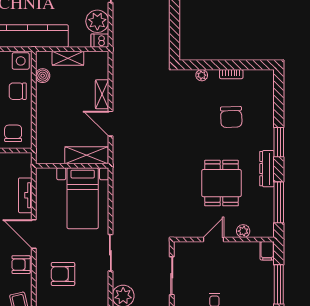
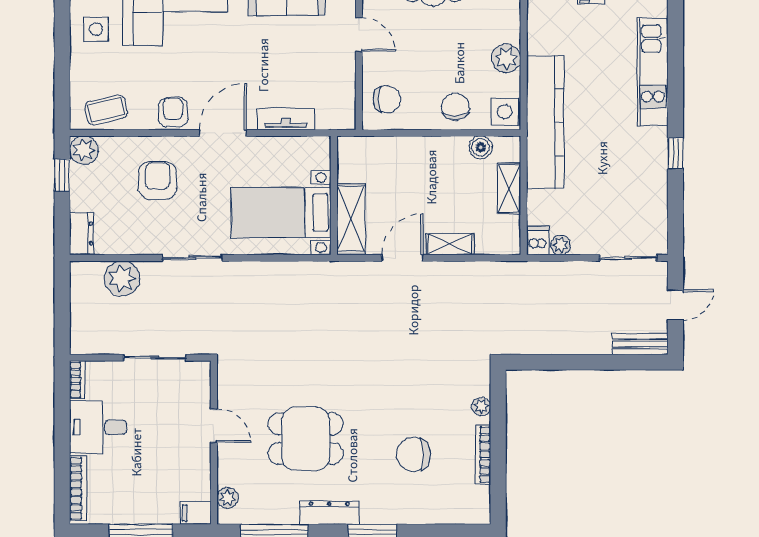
plant: (97, 21) -> (561, 245), width x0.53, depth x0.53
bookcase: (231, 74) -> (483, 455), width x1.56
plant: (243, 231) -> (228, 498), moved

